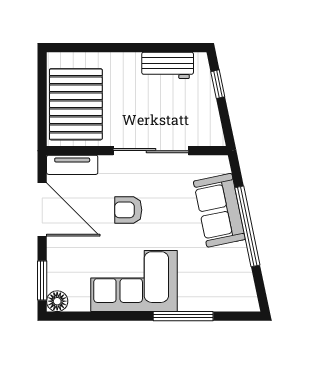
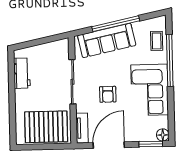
window: (218, 84) -> (32, 43), removed
sofa: (219, 210) -> (107, 40), width x1.36
coffee table: (217, 295) -> (157, 41), added
window: (183, 316) -> (170, 60), width x1.46

